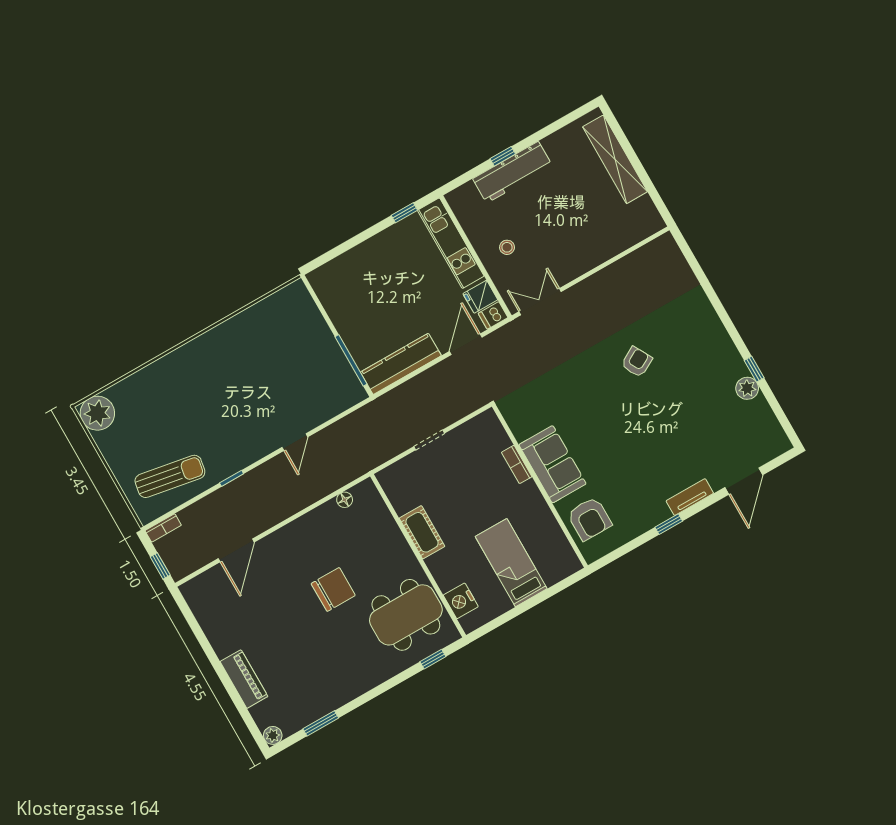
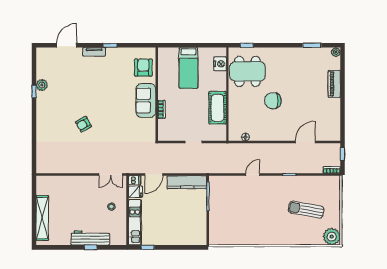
sun lounger: (170, 476) -> (306, 210), moved
cot: (422, 532) -> (218, 108), width x1.37, depth x1.34

